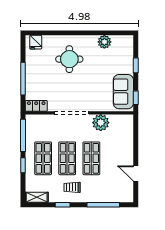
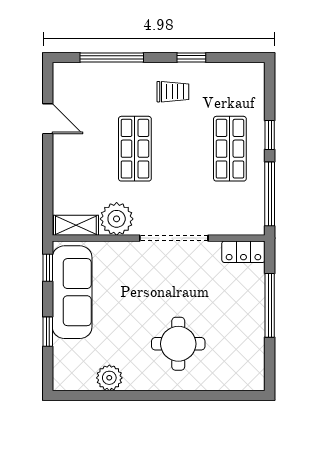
fridge: (36, 42) -> (244, 377), removed
sofa: (123, 92) -> (72, 292), width x1.36
shop shelf: (67, 158) -> (182, 149), removed
shelving: (37, 197) -> (76, 225), moved

